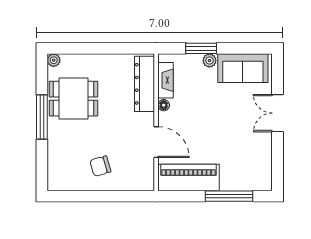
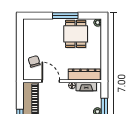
door: (156, 142) -> (51, 81), swing flipped
chair: (100, 166) -> (34, 61), moved

